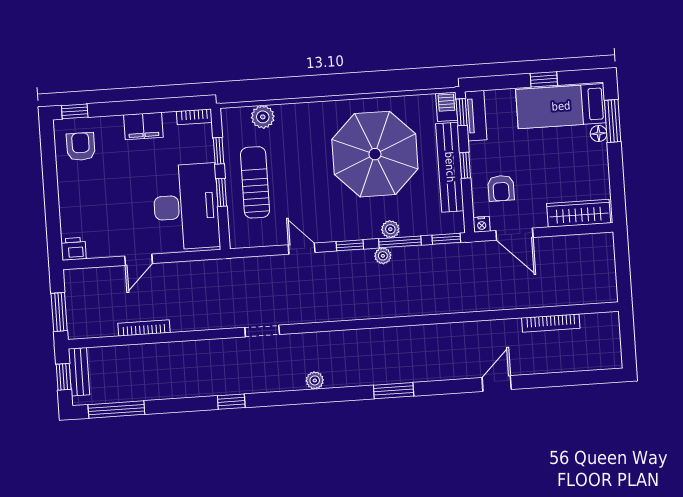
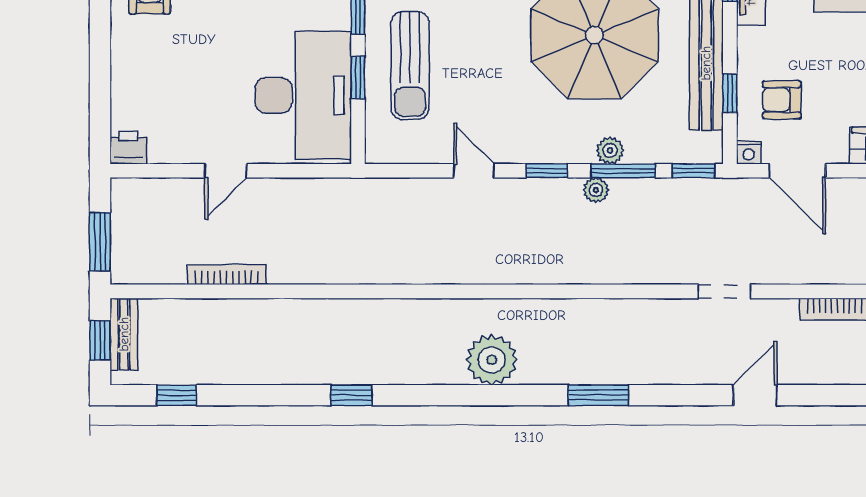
window: (465, 165) -> (730, 93), moved
sun lounger: (255, 182) -> (410, 66), turned 180
armchair: (501, 188) -> (782, 100), turned 90
doorway: (262, 331) -> (724, 291), moved
plant: (315, 380) -> (492, 360), width x1.88, depth x1.88
window: (116, 409) -> (177, 395), width x0.46

